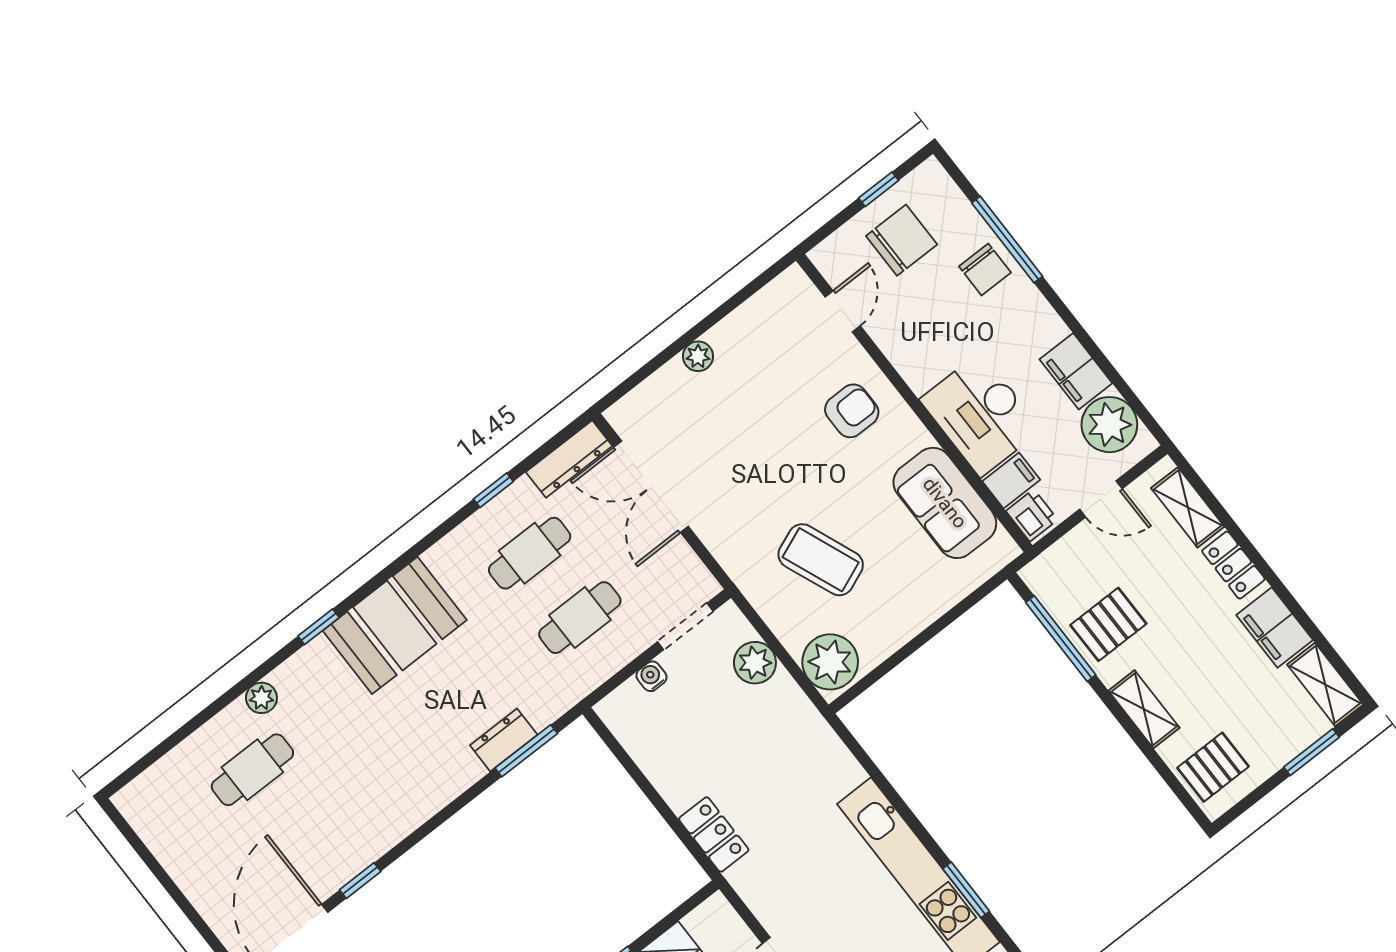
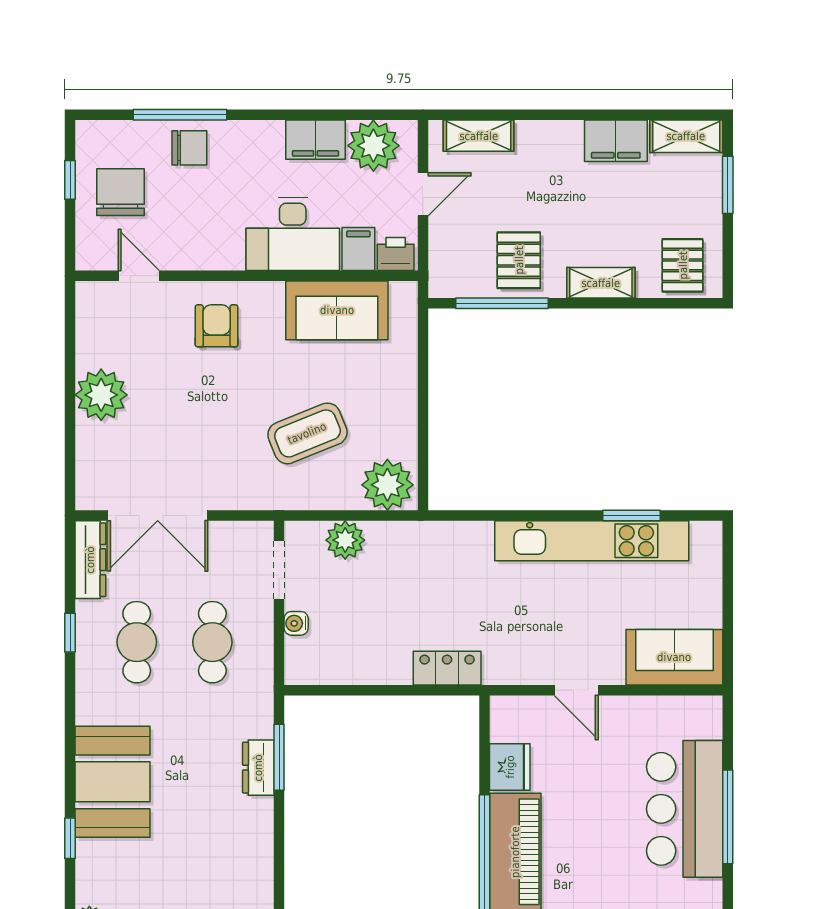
plant: (698, 356) -> (101, 395), width x1.87, depth x1.87
locker: (1233, 565) -> (547, 135), removed

